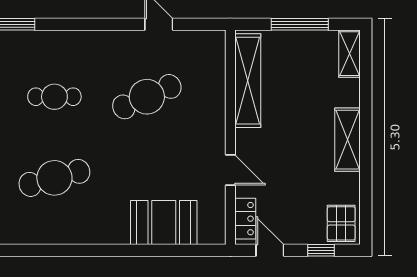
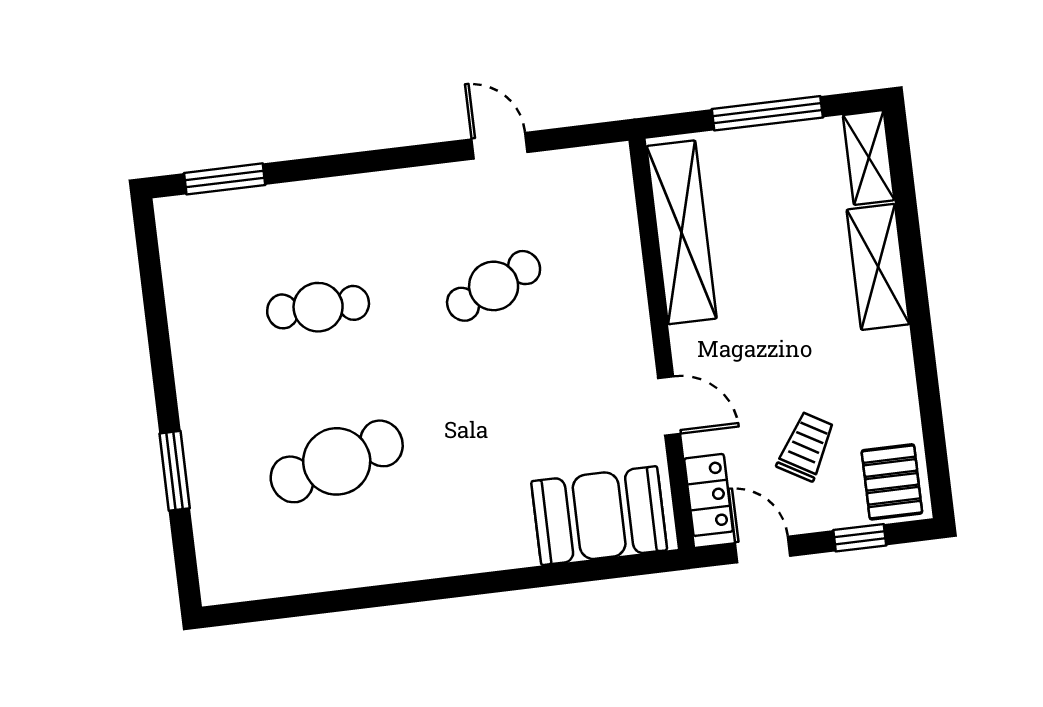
cafe table: (147, 97) -> (494, 286), width x0.73, depth x0.74
shelving: (348, 140) -> (878, 267), moved
trolley: (299, 200) -> (806, 446), added
booth: (164, 223) -> (599, 516), moved

